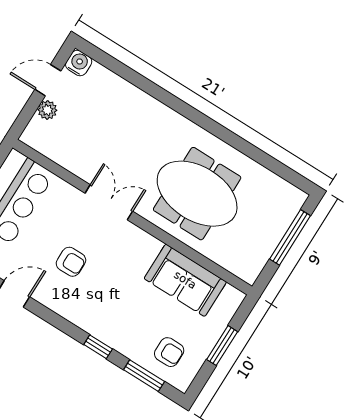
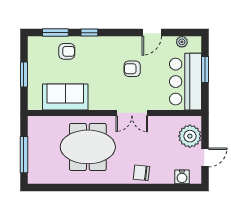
water cooler: (79, 63) -> (182, 177), moved
plant: (47, 110) -> (190, 136), width x1.87, depth x1.87
chair: (147, 113) -> (141, 173), added
armchair: (169, 352) -> (67, 51), moved, turned 180

